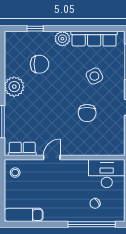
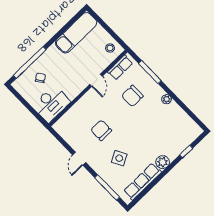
chair: (40, 64) -> (132, 96), moved
plant: (14, 87) -> (167, 99), width x0.53, depth x0.53
exam couch: (24, 215) -> (76, 33), width x1.36, depth x1.45

